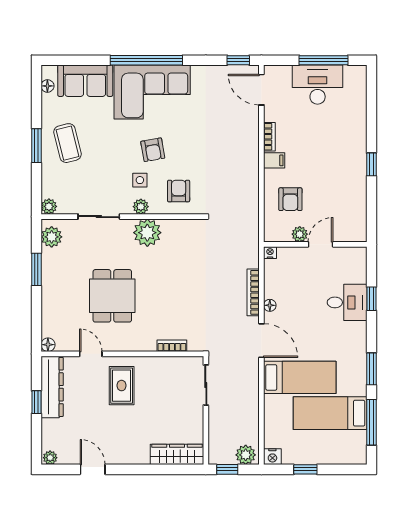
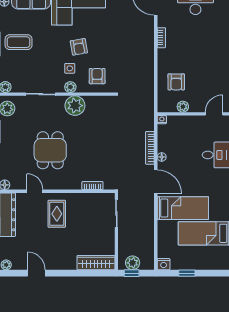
coffee table: (68, 143) -> (19, 42), turned -76
filing cabinet: (274, 160) -> (165, 54), removed
door: (321, 244) -> (214, 114), moved
plant: (246, 455) -> (133, 263), moved

